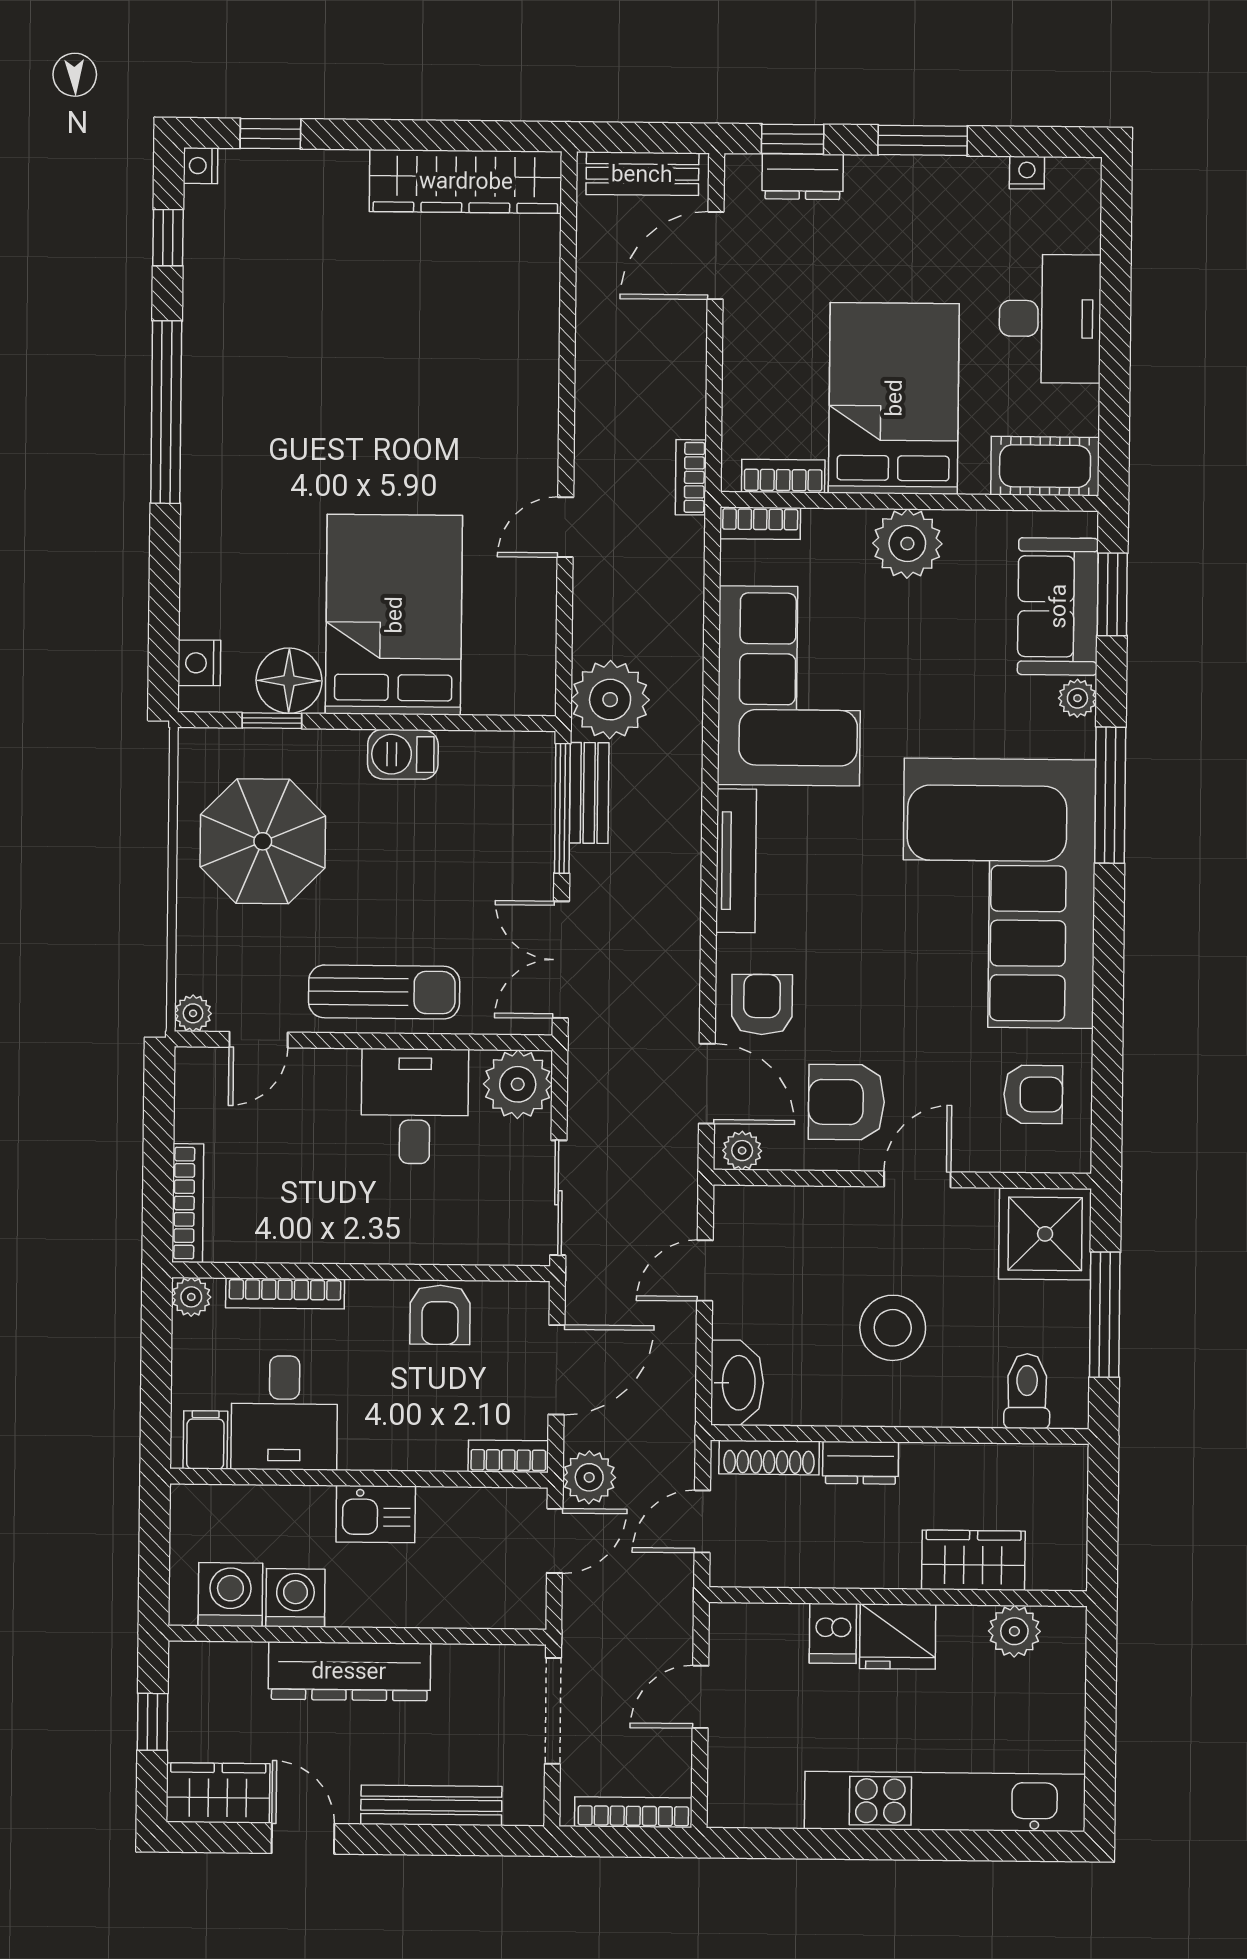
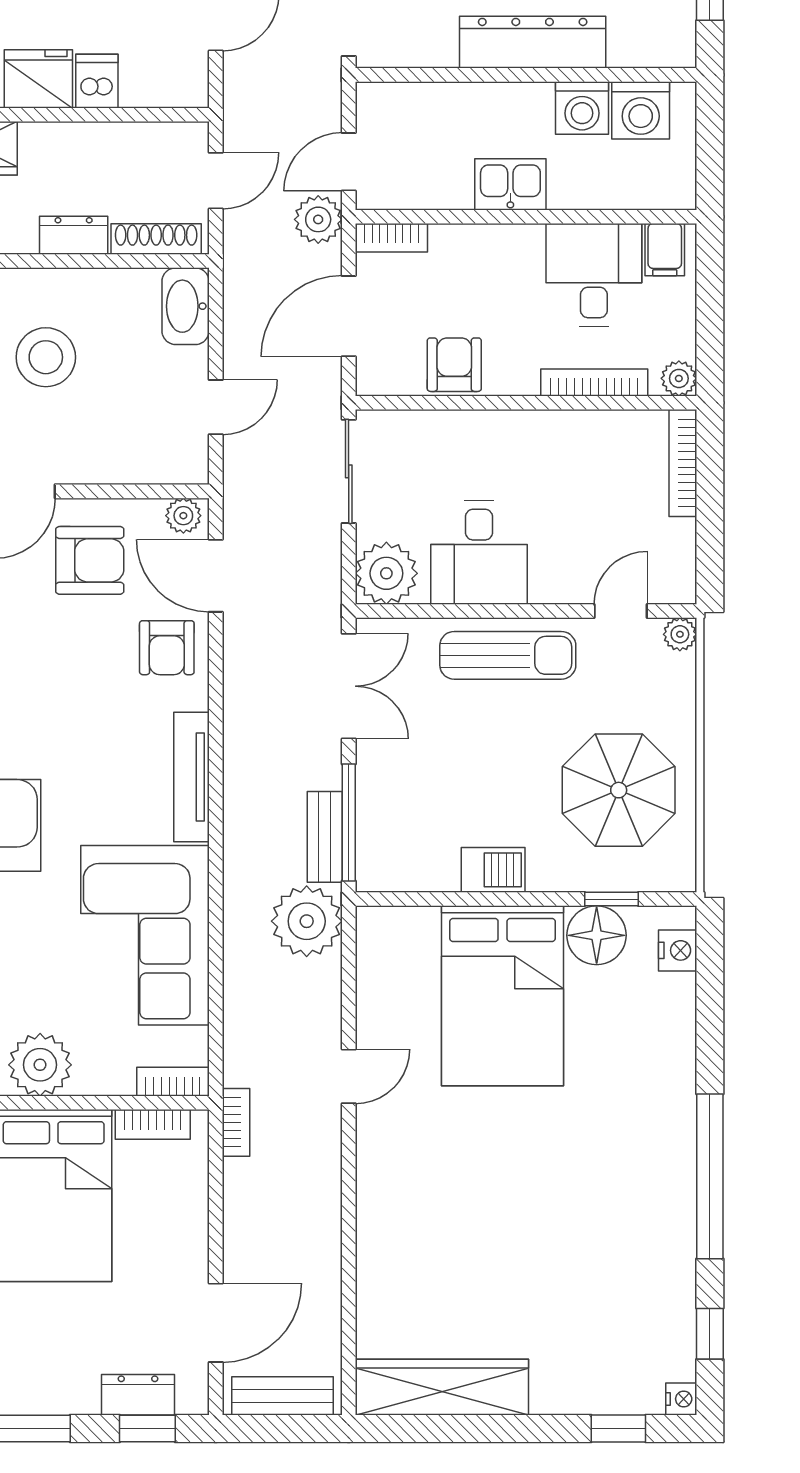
sun lounger: (384, 992) -> (508, 655), turned 180

